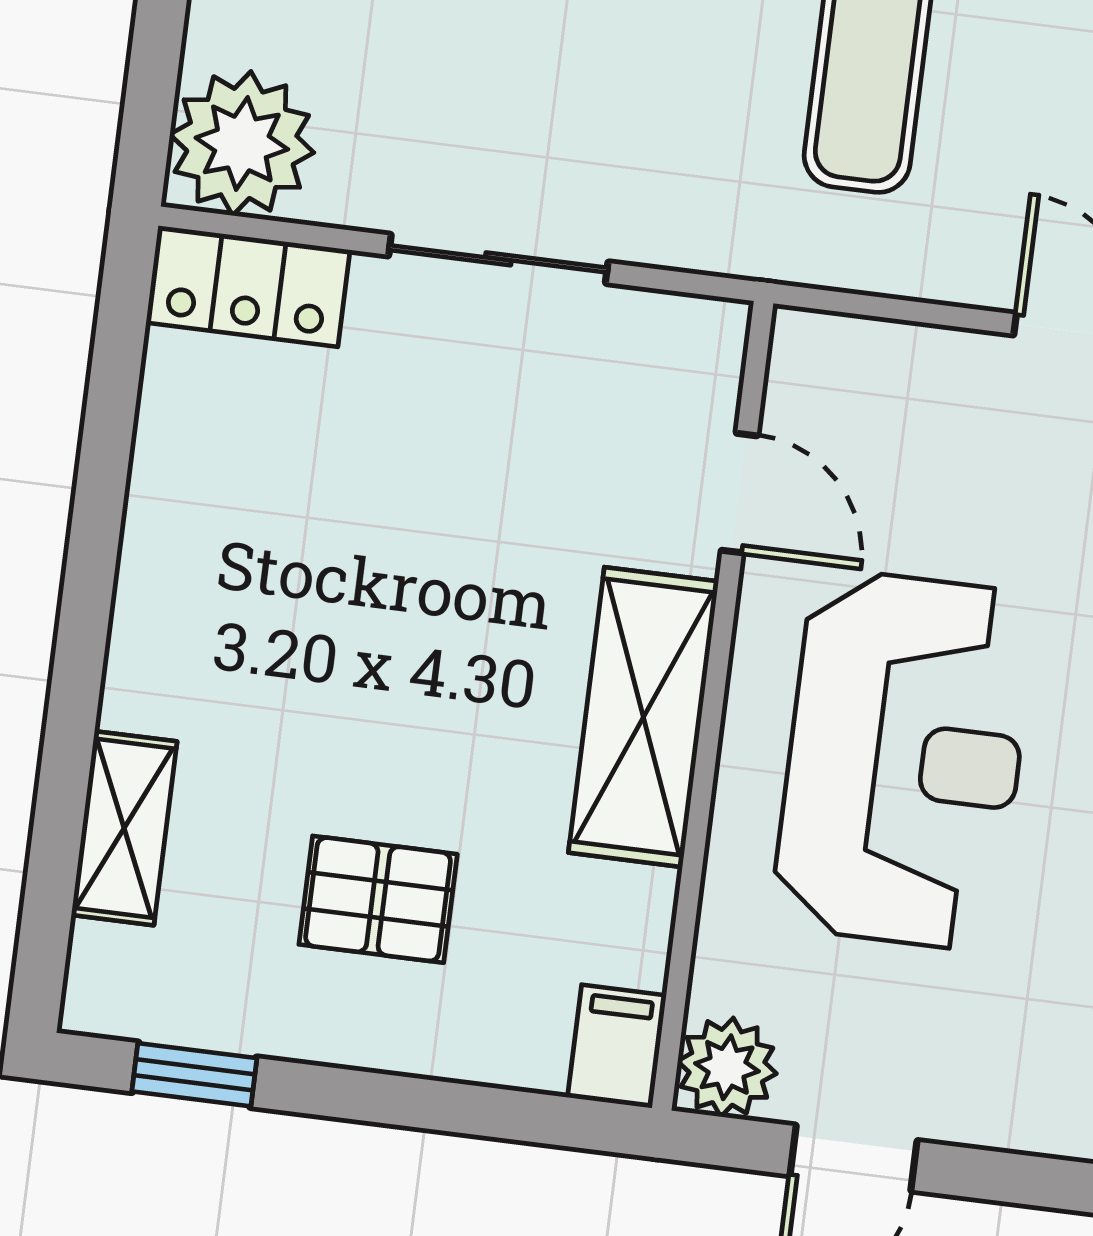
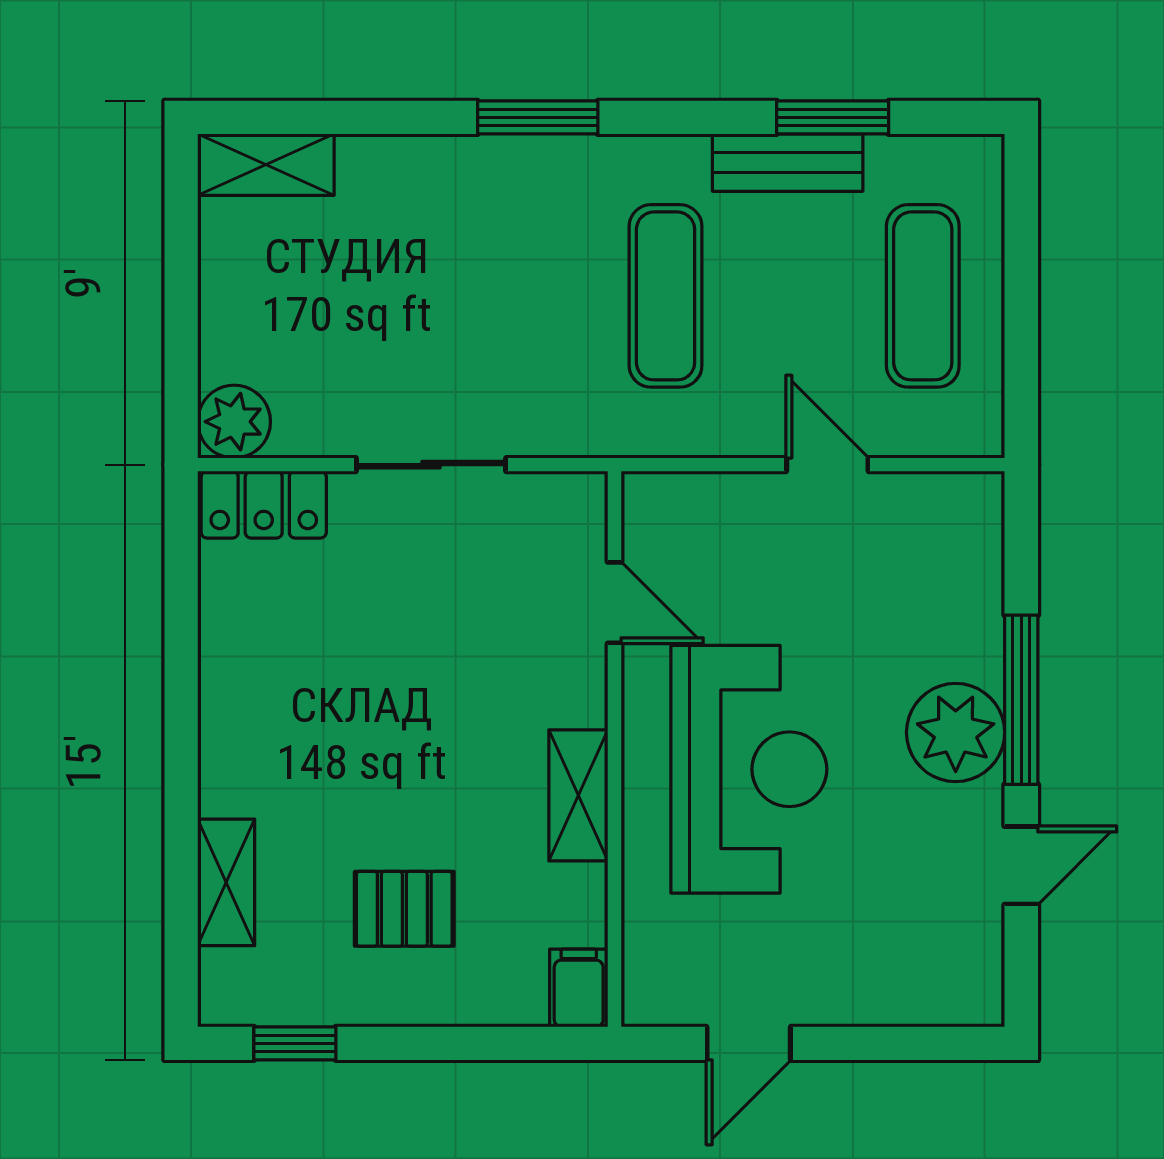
plant: (242, 143) -> (234, 422), width x0.73, depth x0.73
shelving: (643, 717) -> (578, 795), width x0.67, depth x0.75
plant: (727, 1067) -> (655, 993), removed

